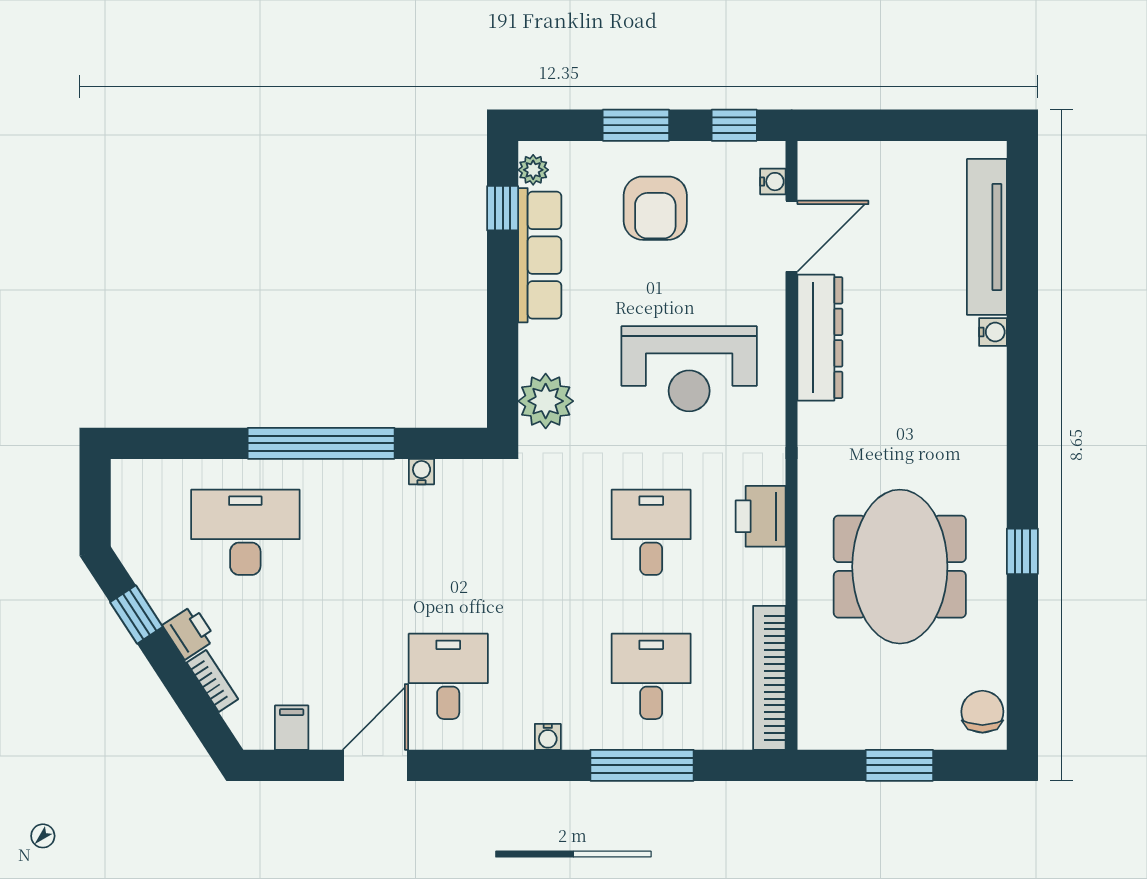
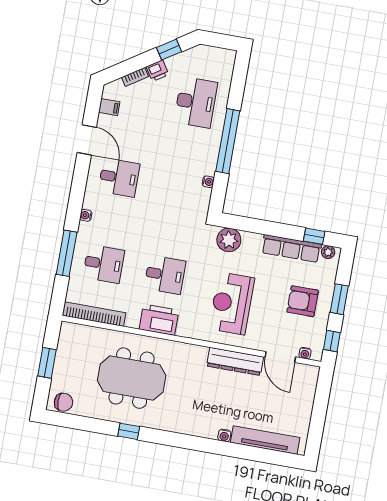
printer: (761, 516) -> (159, 320), width x1.37, depth x1.19

